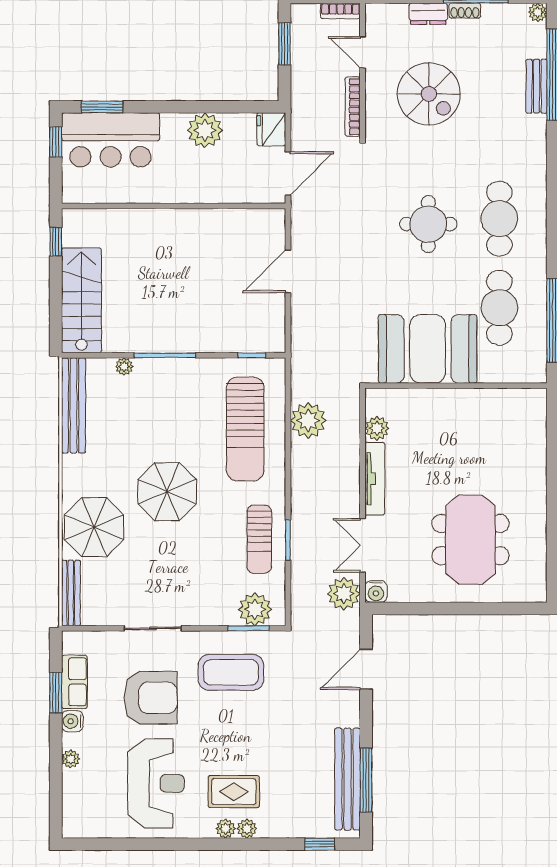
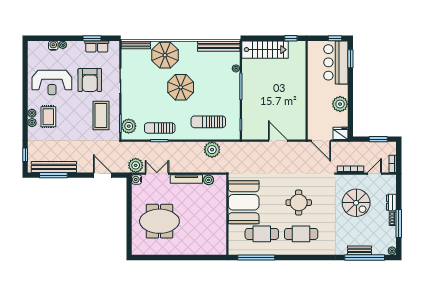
spiral stairs: (429, 94) -> (356, 203), turned -90
sun lounger: (245, 429) -> (208, 122), width x0.73, depth x0.75
water cooler: (72, 721) -> (53, 46), moved

